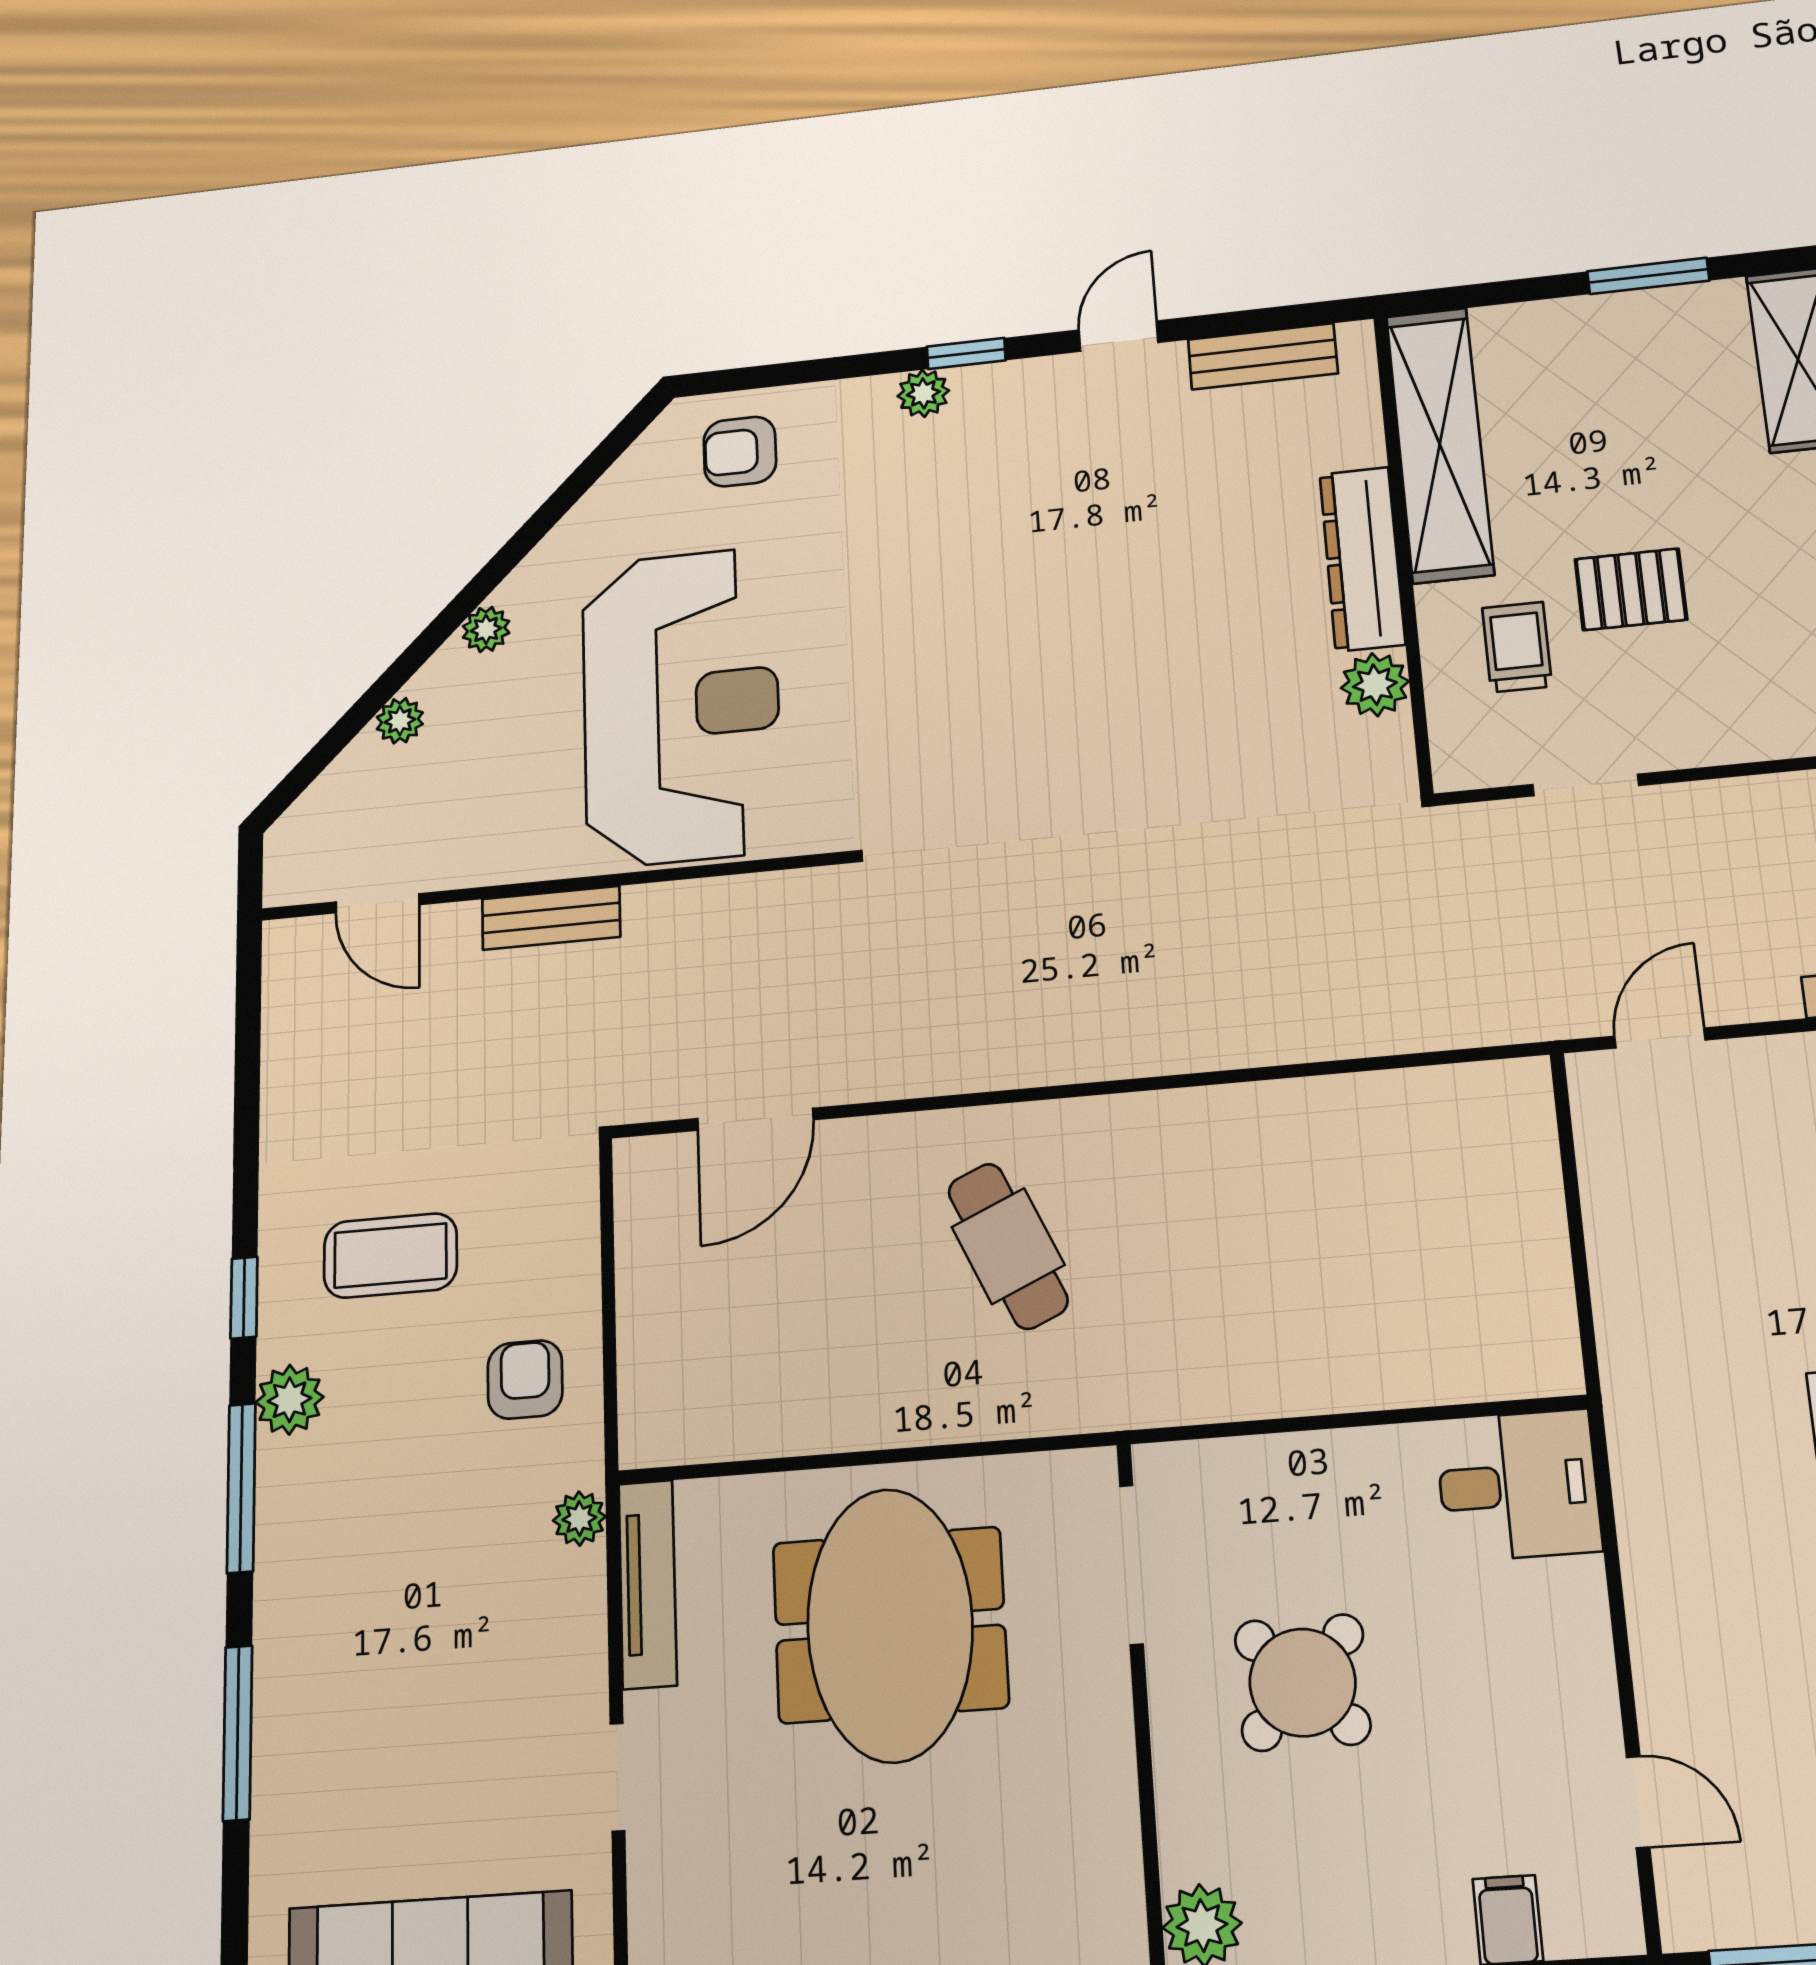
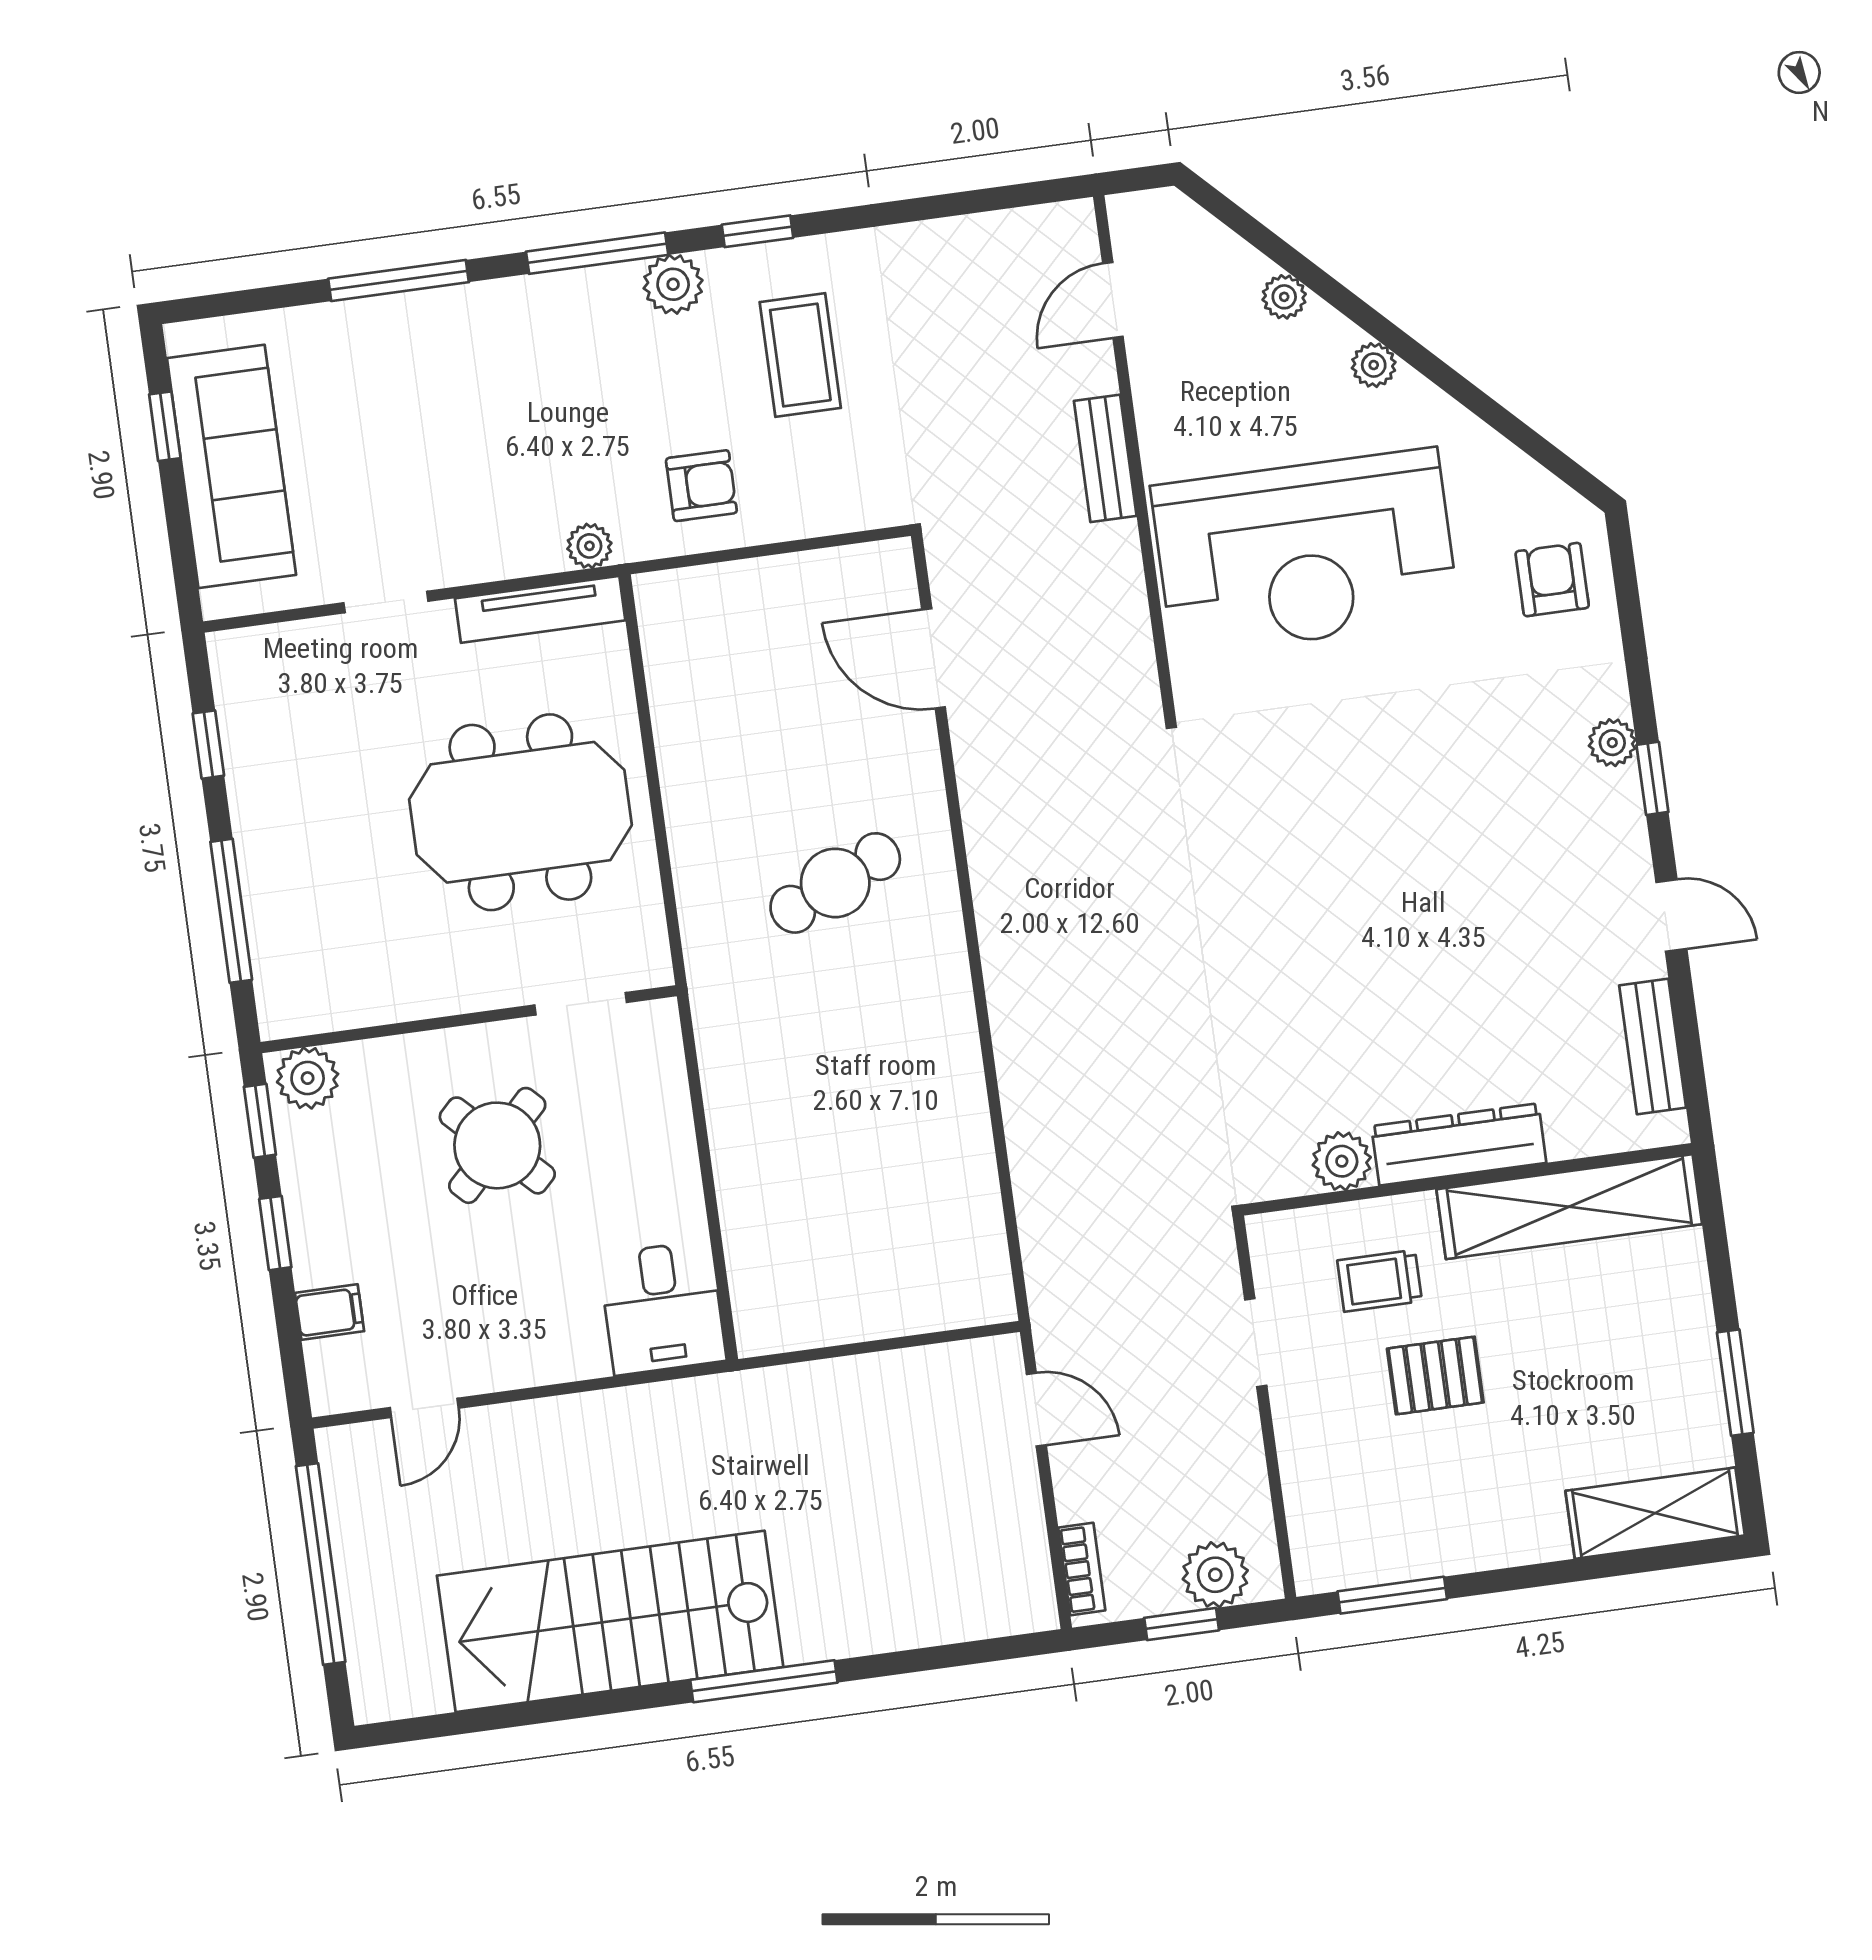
pallet: (1631, 589) -> (1435, 1376), turned 90
trolley: (1517, 647) -> (1380, 1281), turned 180
doorway: (1131, 1565) -> (581, 1004), width x0.73

